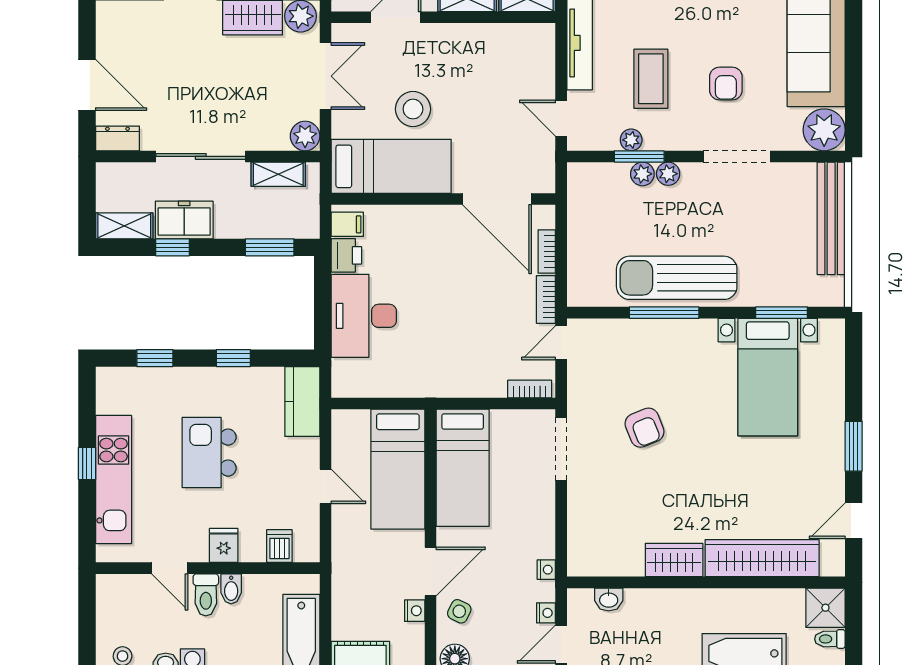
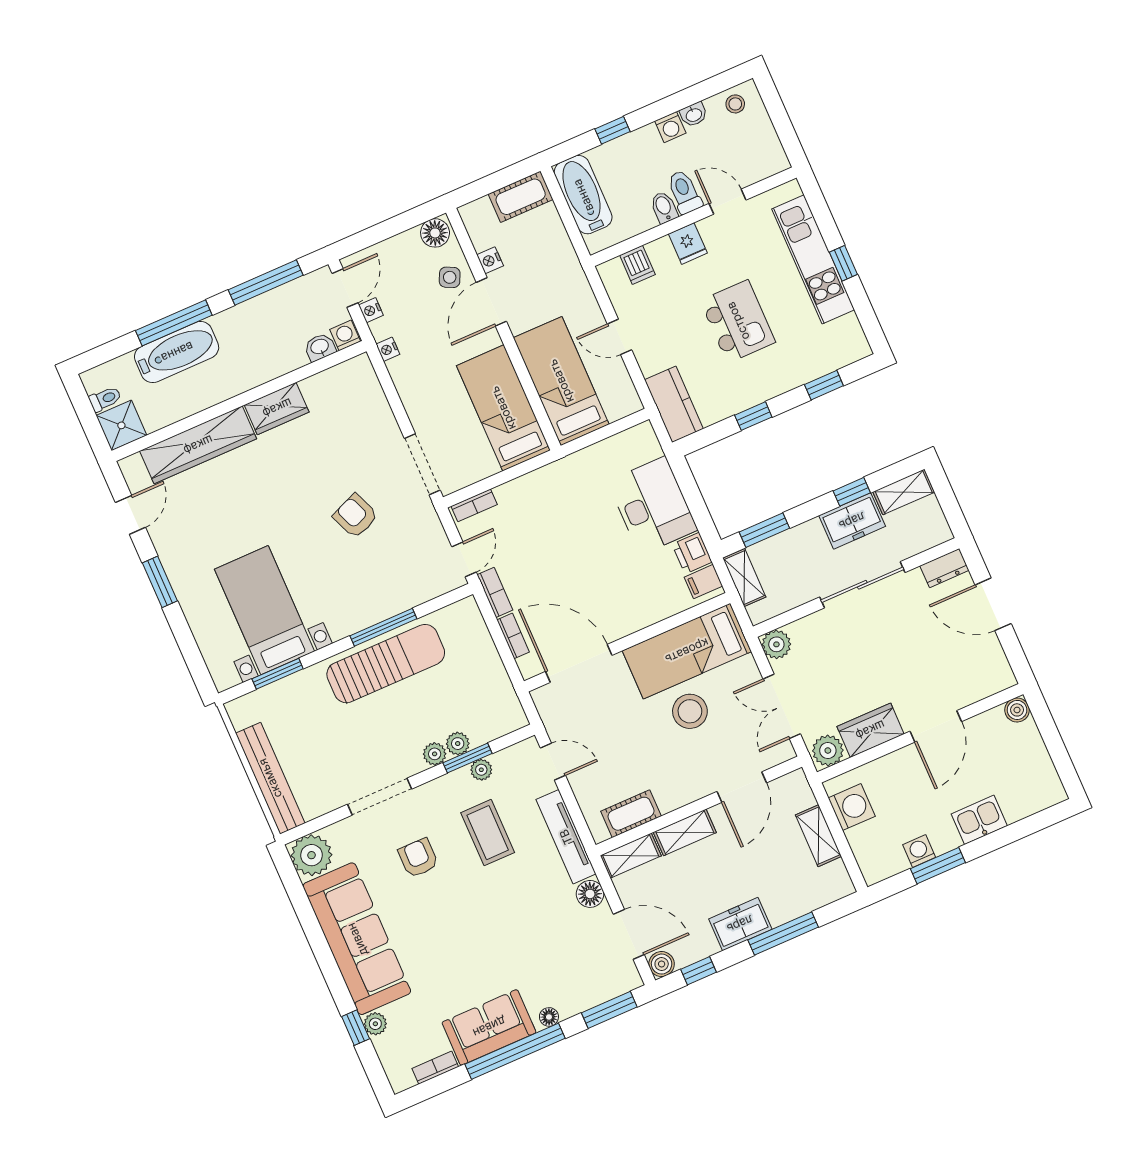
cot: (510, 38) -> (631, 814), added
shelving: (278, 174) -> (744, 578), moved, turned 90
washing machine: (580, 600) -> (345, 335), added

